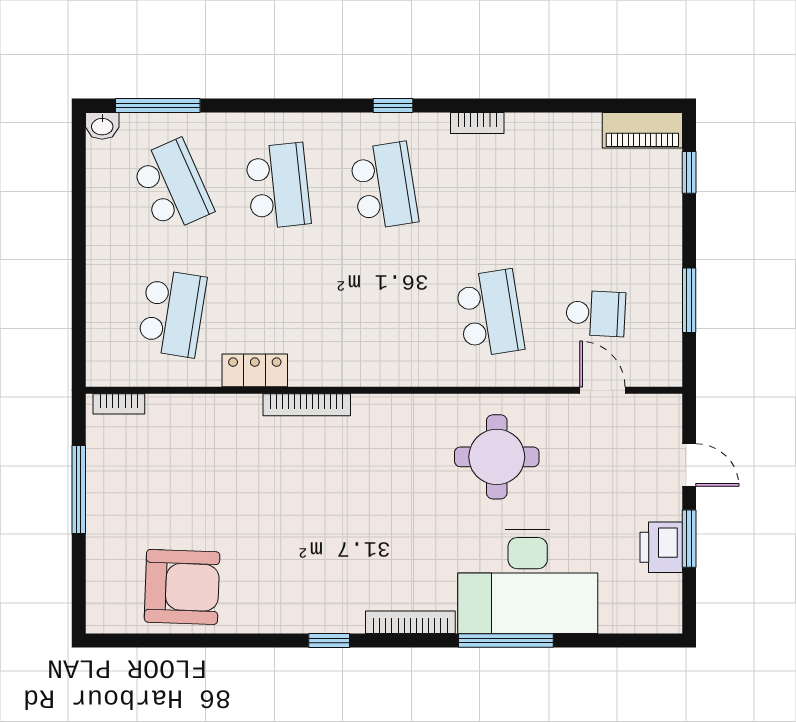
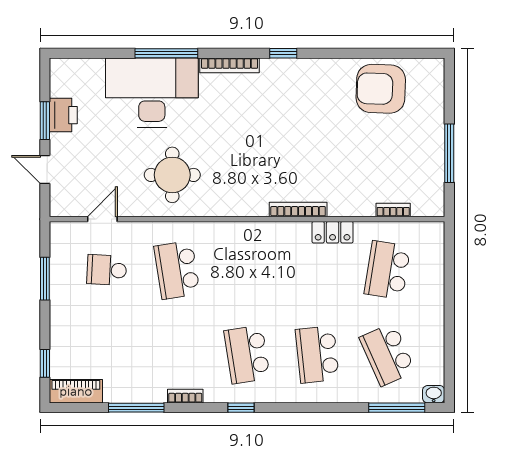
window: (551, 106) -> (136, 408), added
door: (602, 390) -> (102, 219), swing flipped
bookcase: (119, 404) -> (393, 210), moved

